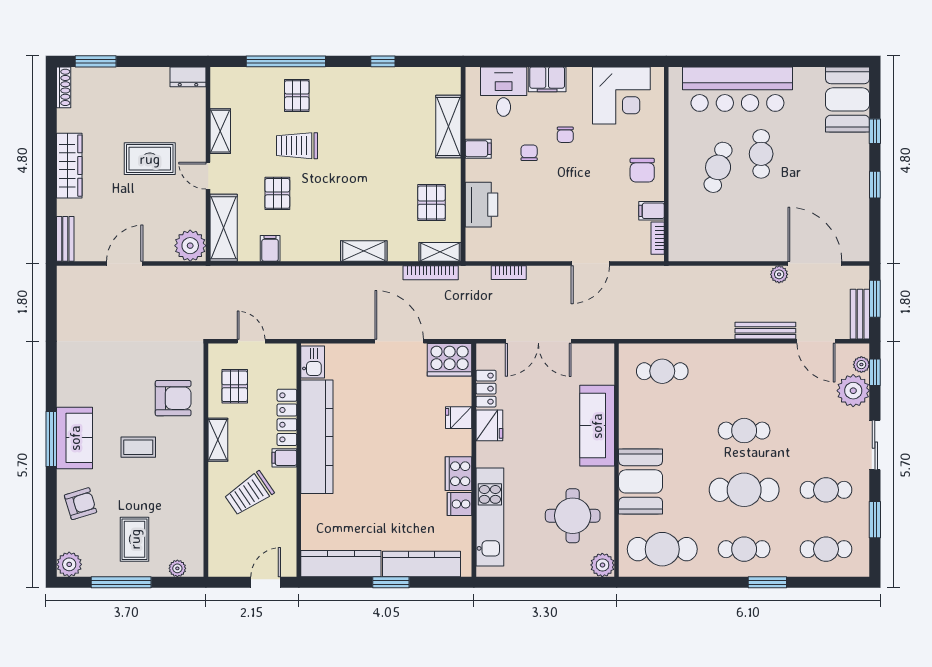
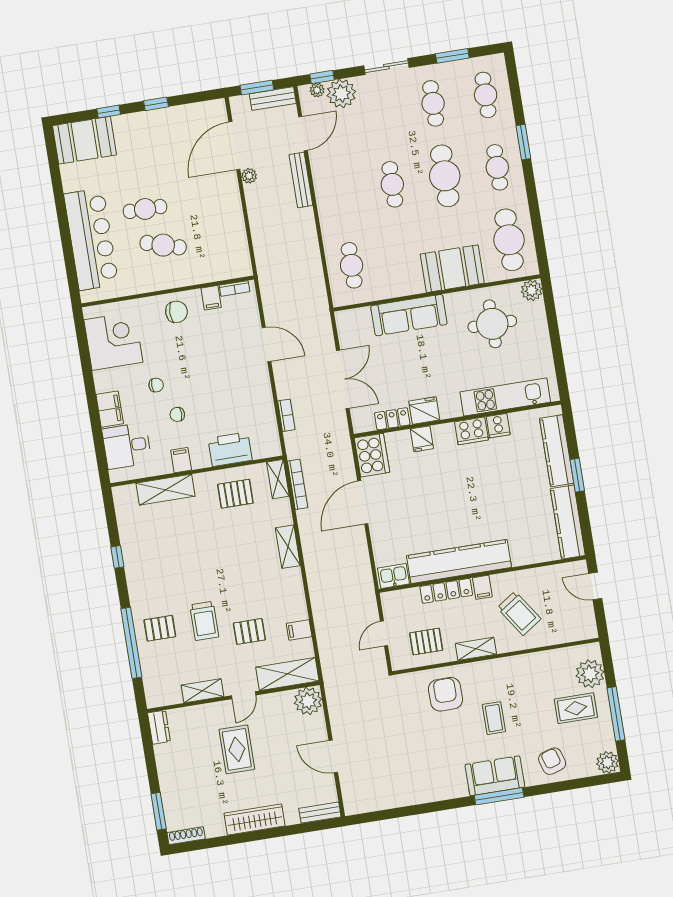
plant: (177, 568) -> (590, 674), width x1.88, depth x1.88

